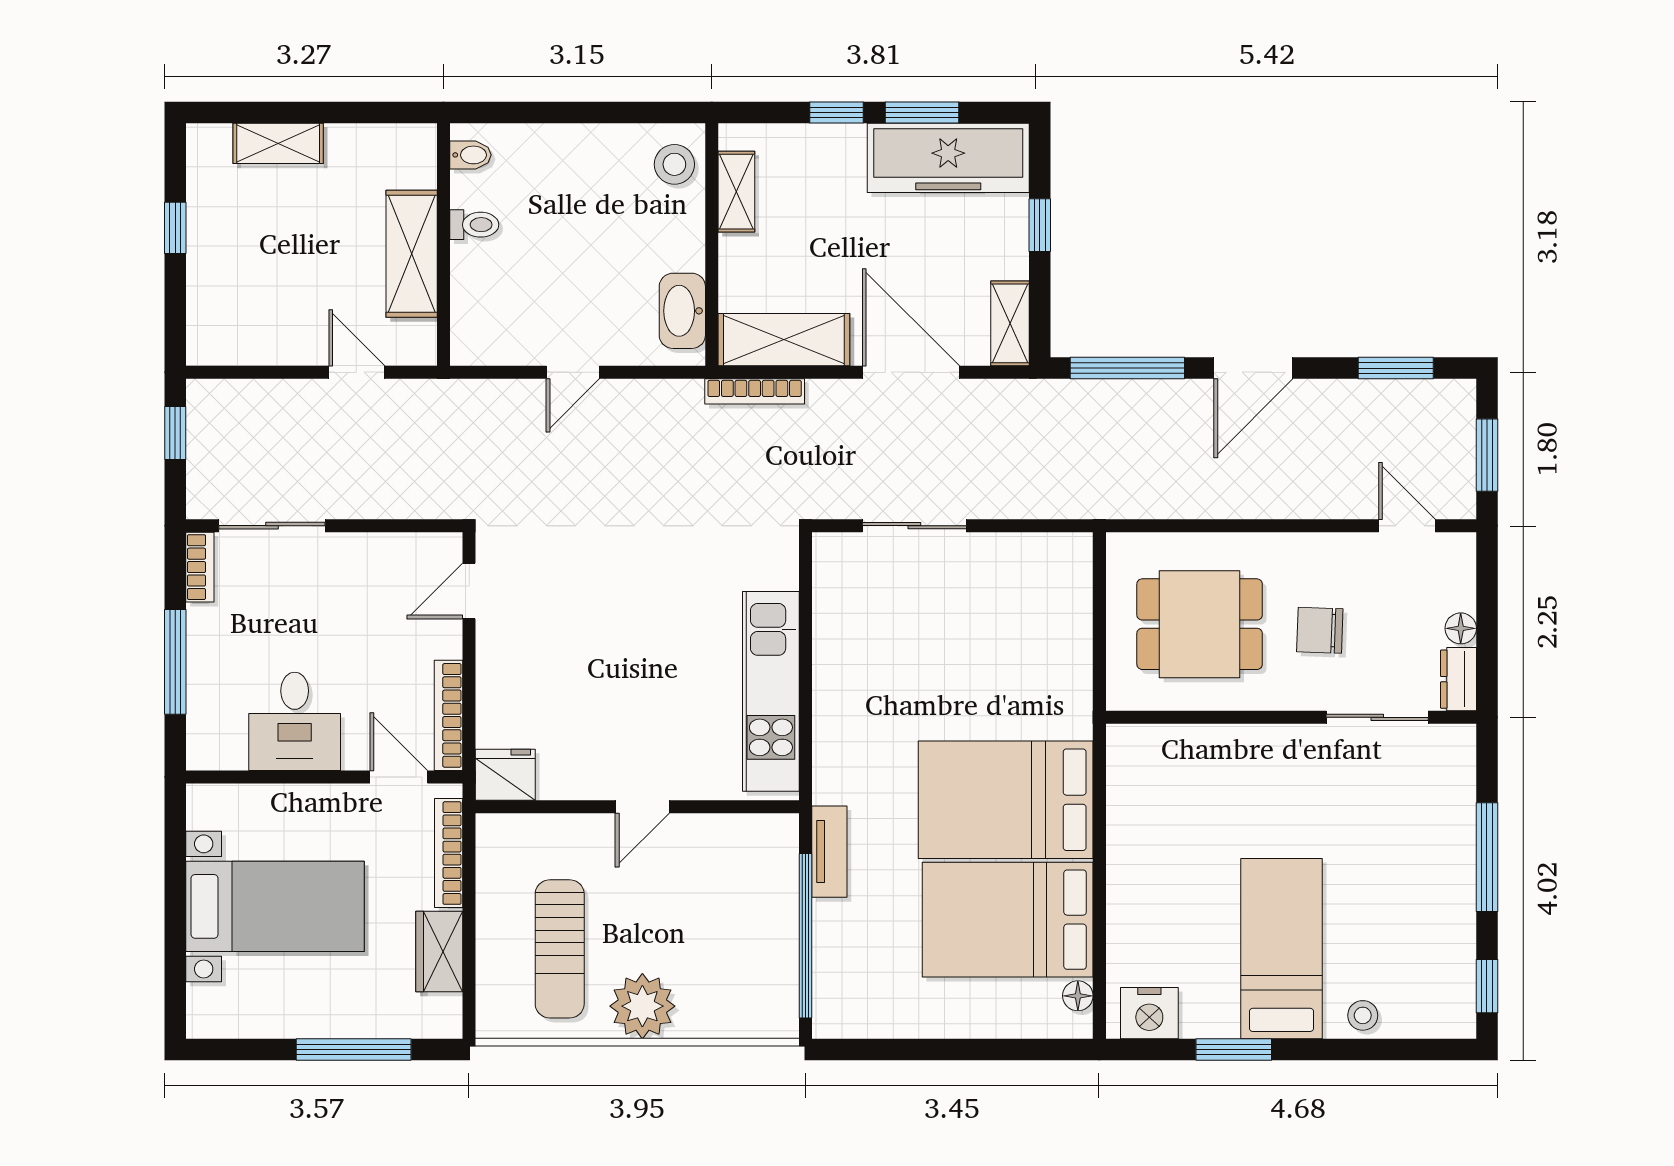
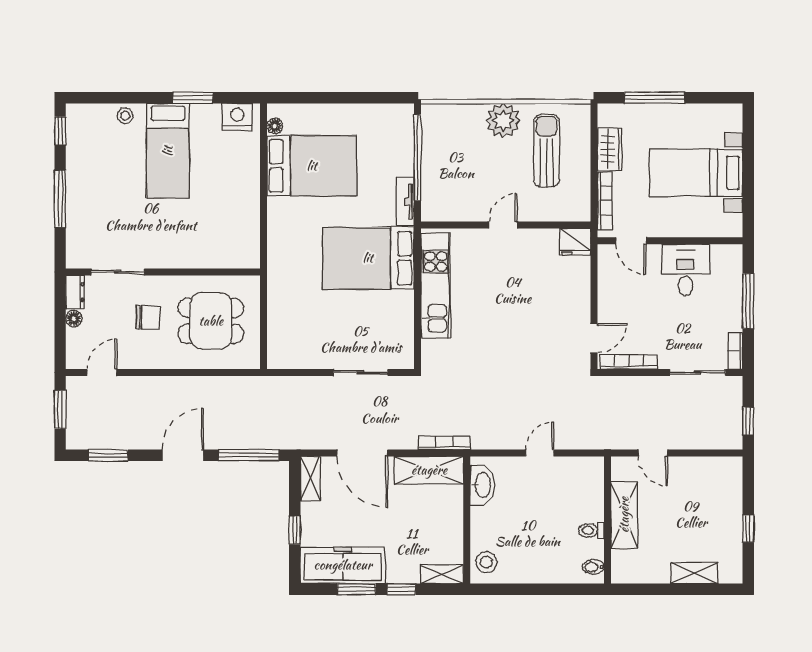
shelving: (736, 192) -> (442, 574), moved, turned 90
door: (1407, 526) -> (102, 373), swing flipped
bookcase: (449, 715) -> (629, 362), moved, turned -90
bed: (1006, 800) -> (368, 258), moved, turned 180

